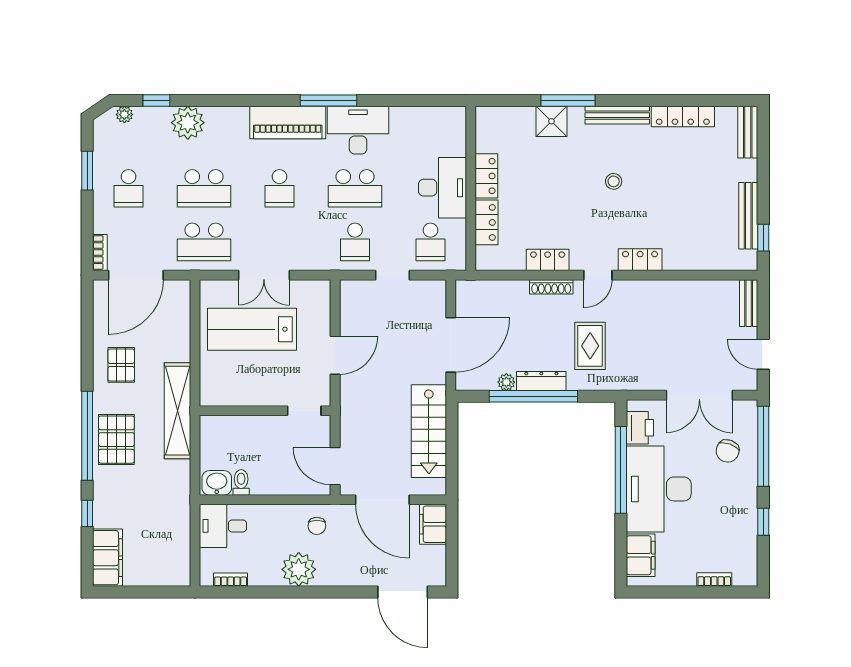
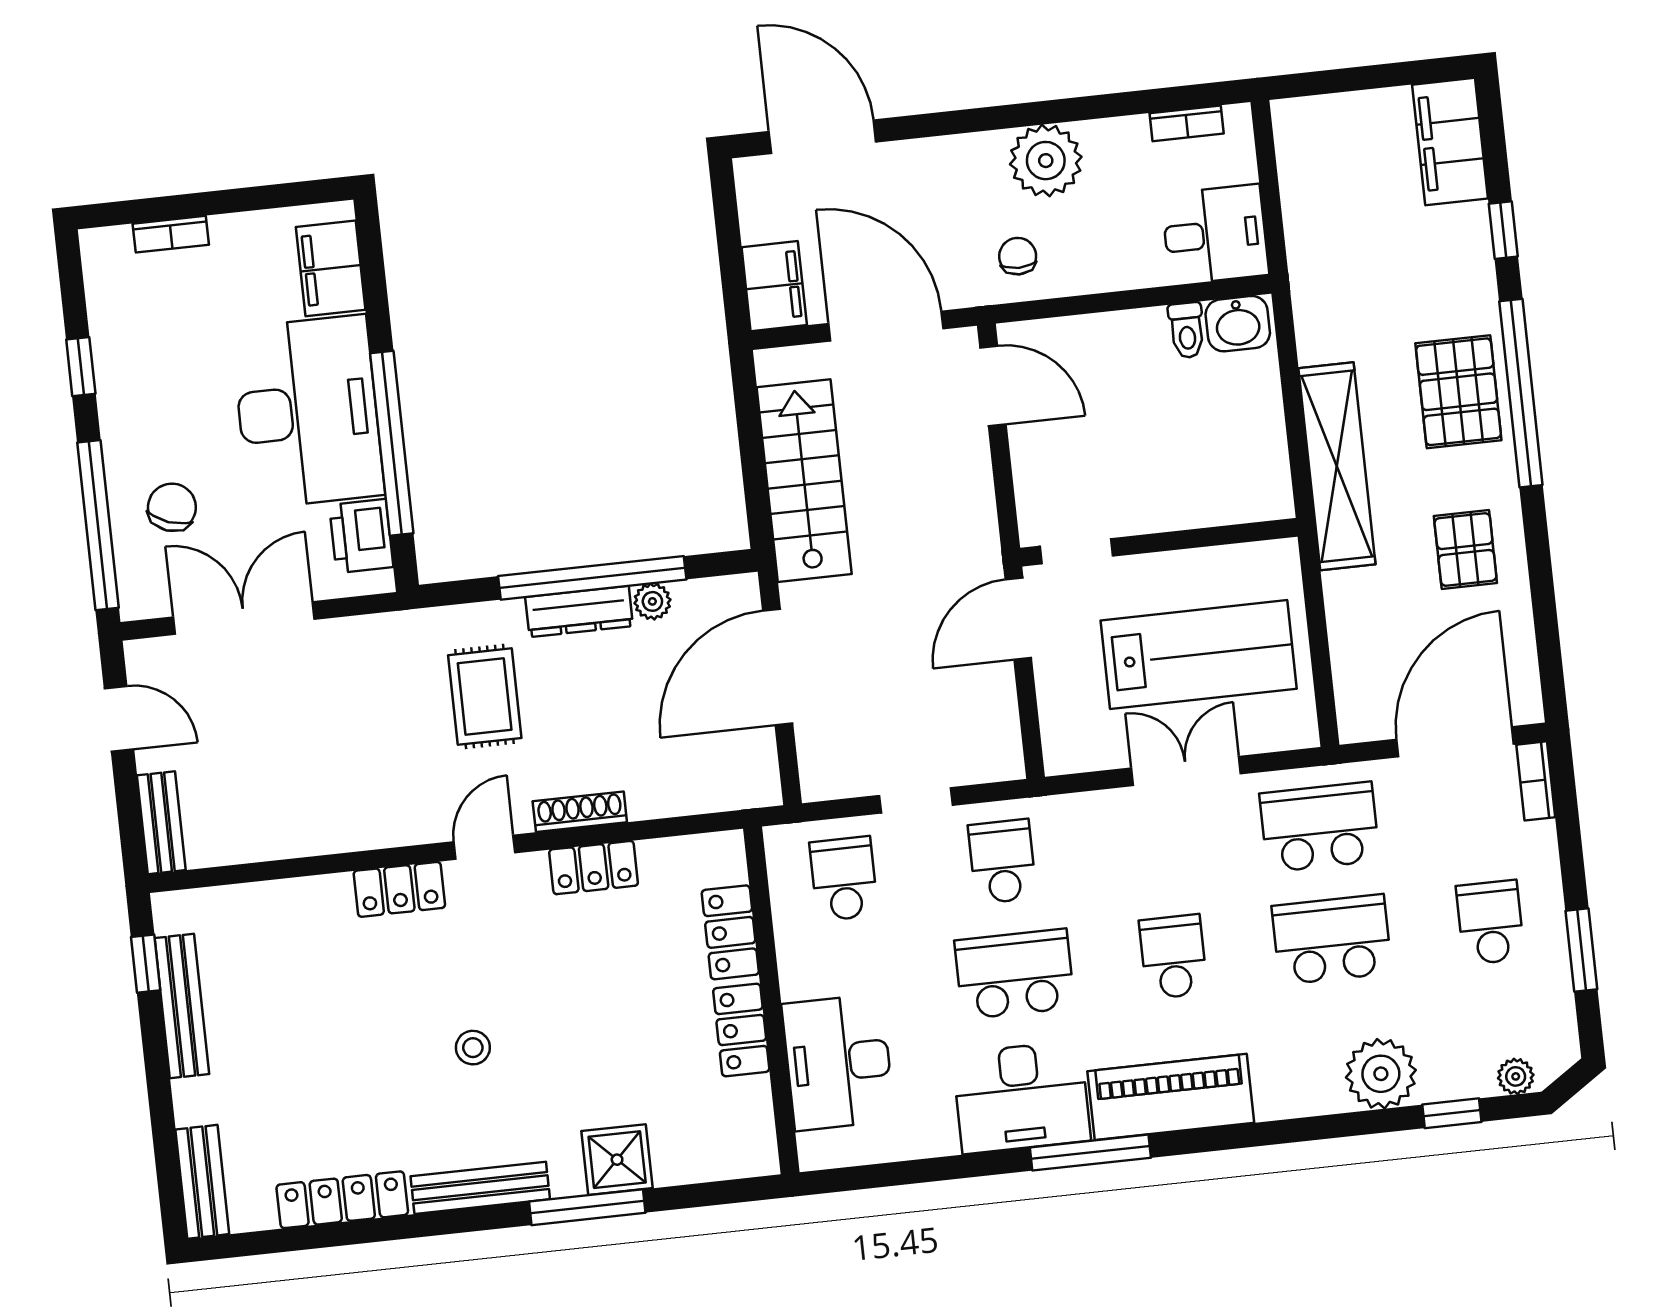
desk: (442, 188) -> (838, 1062), moved
wall: (265, 411) -> (1159, 542), moved
doorway: (304, 411) -> (1076, 551), moved

